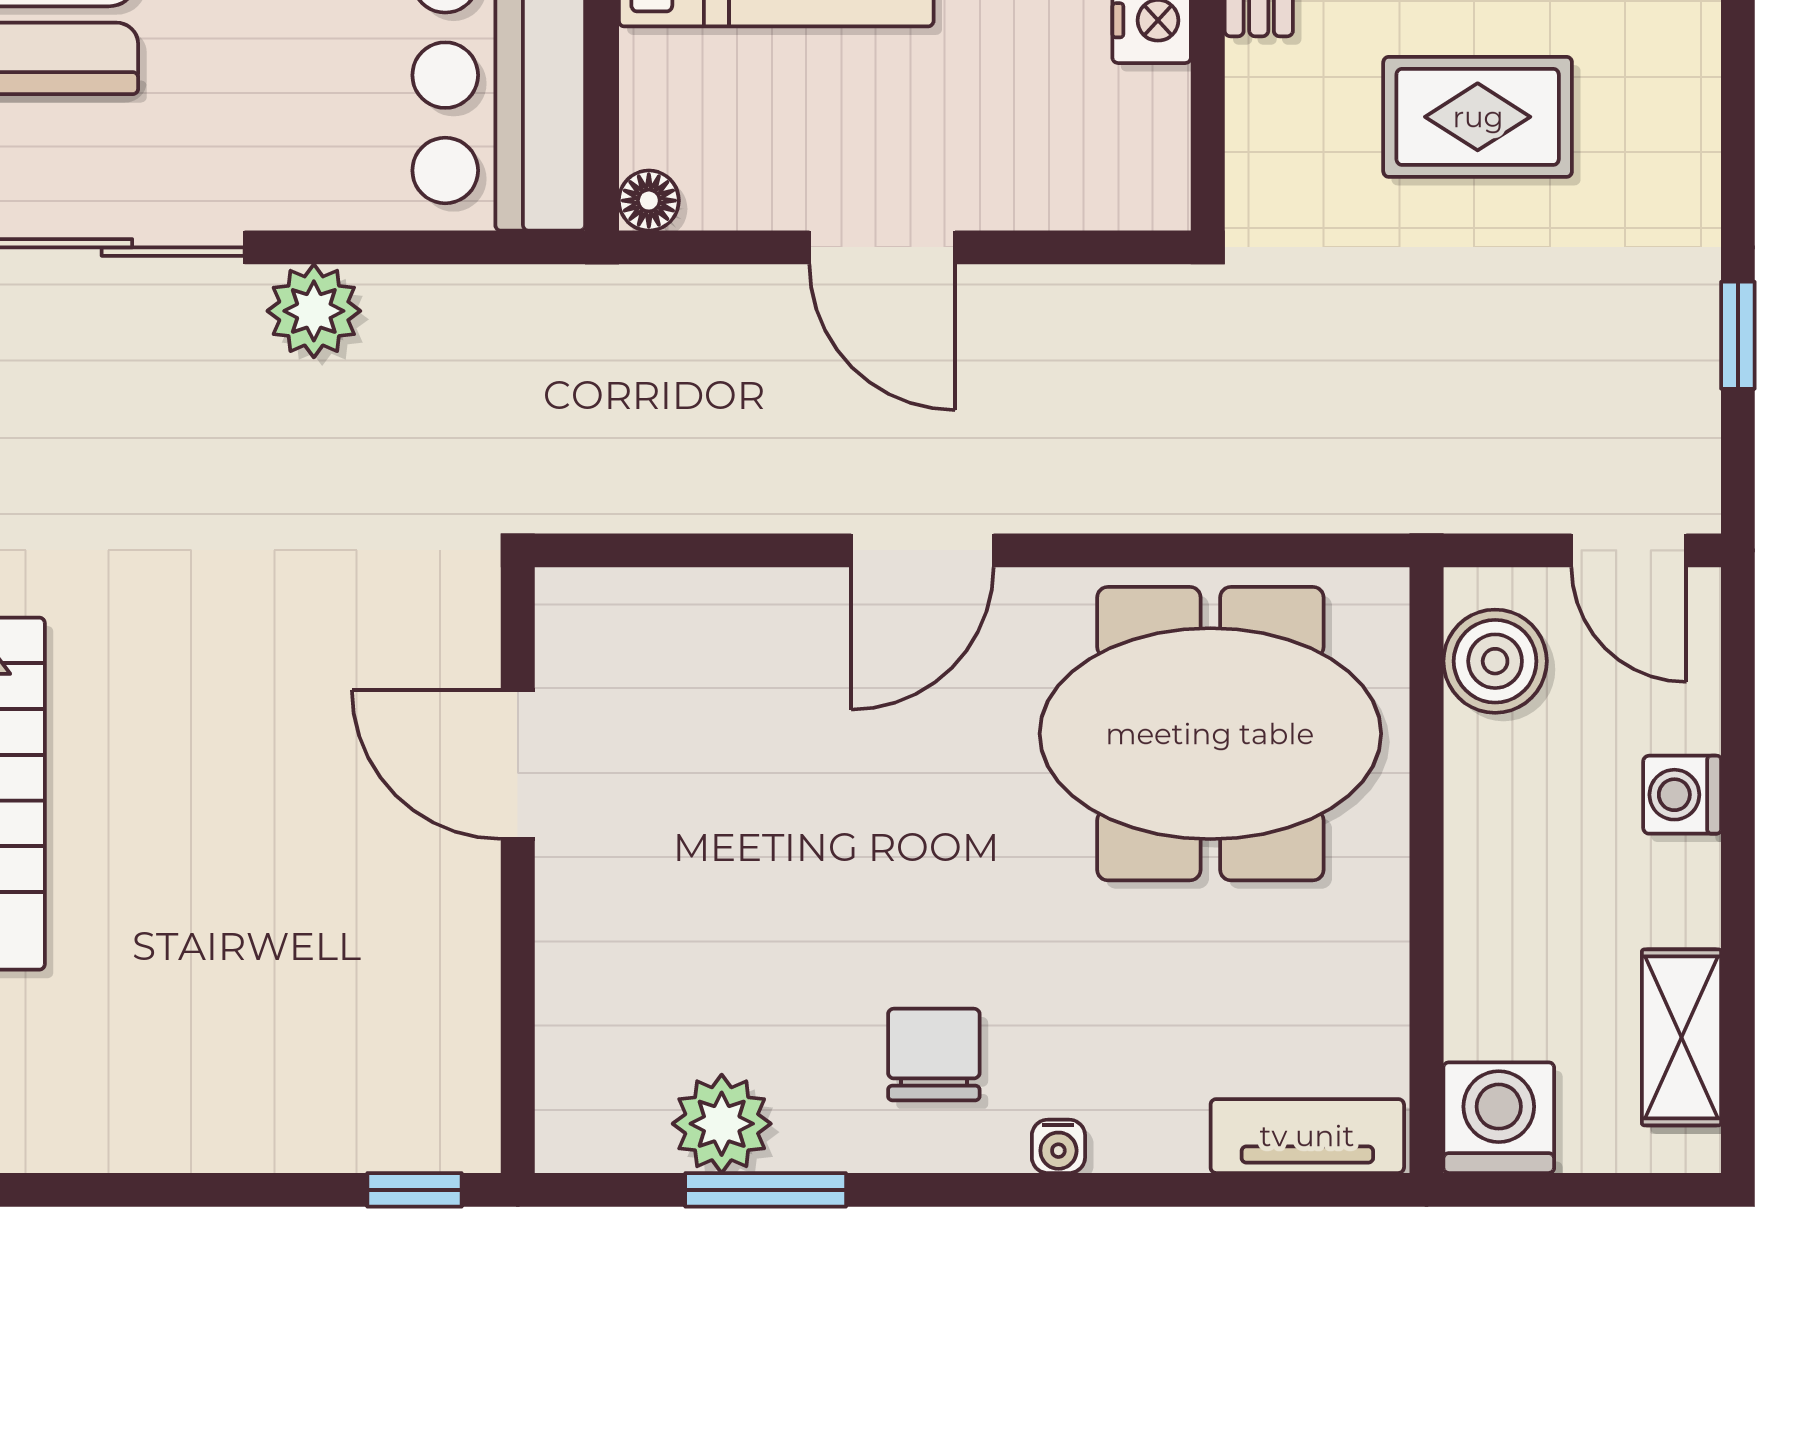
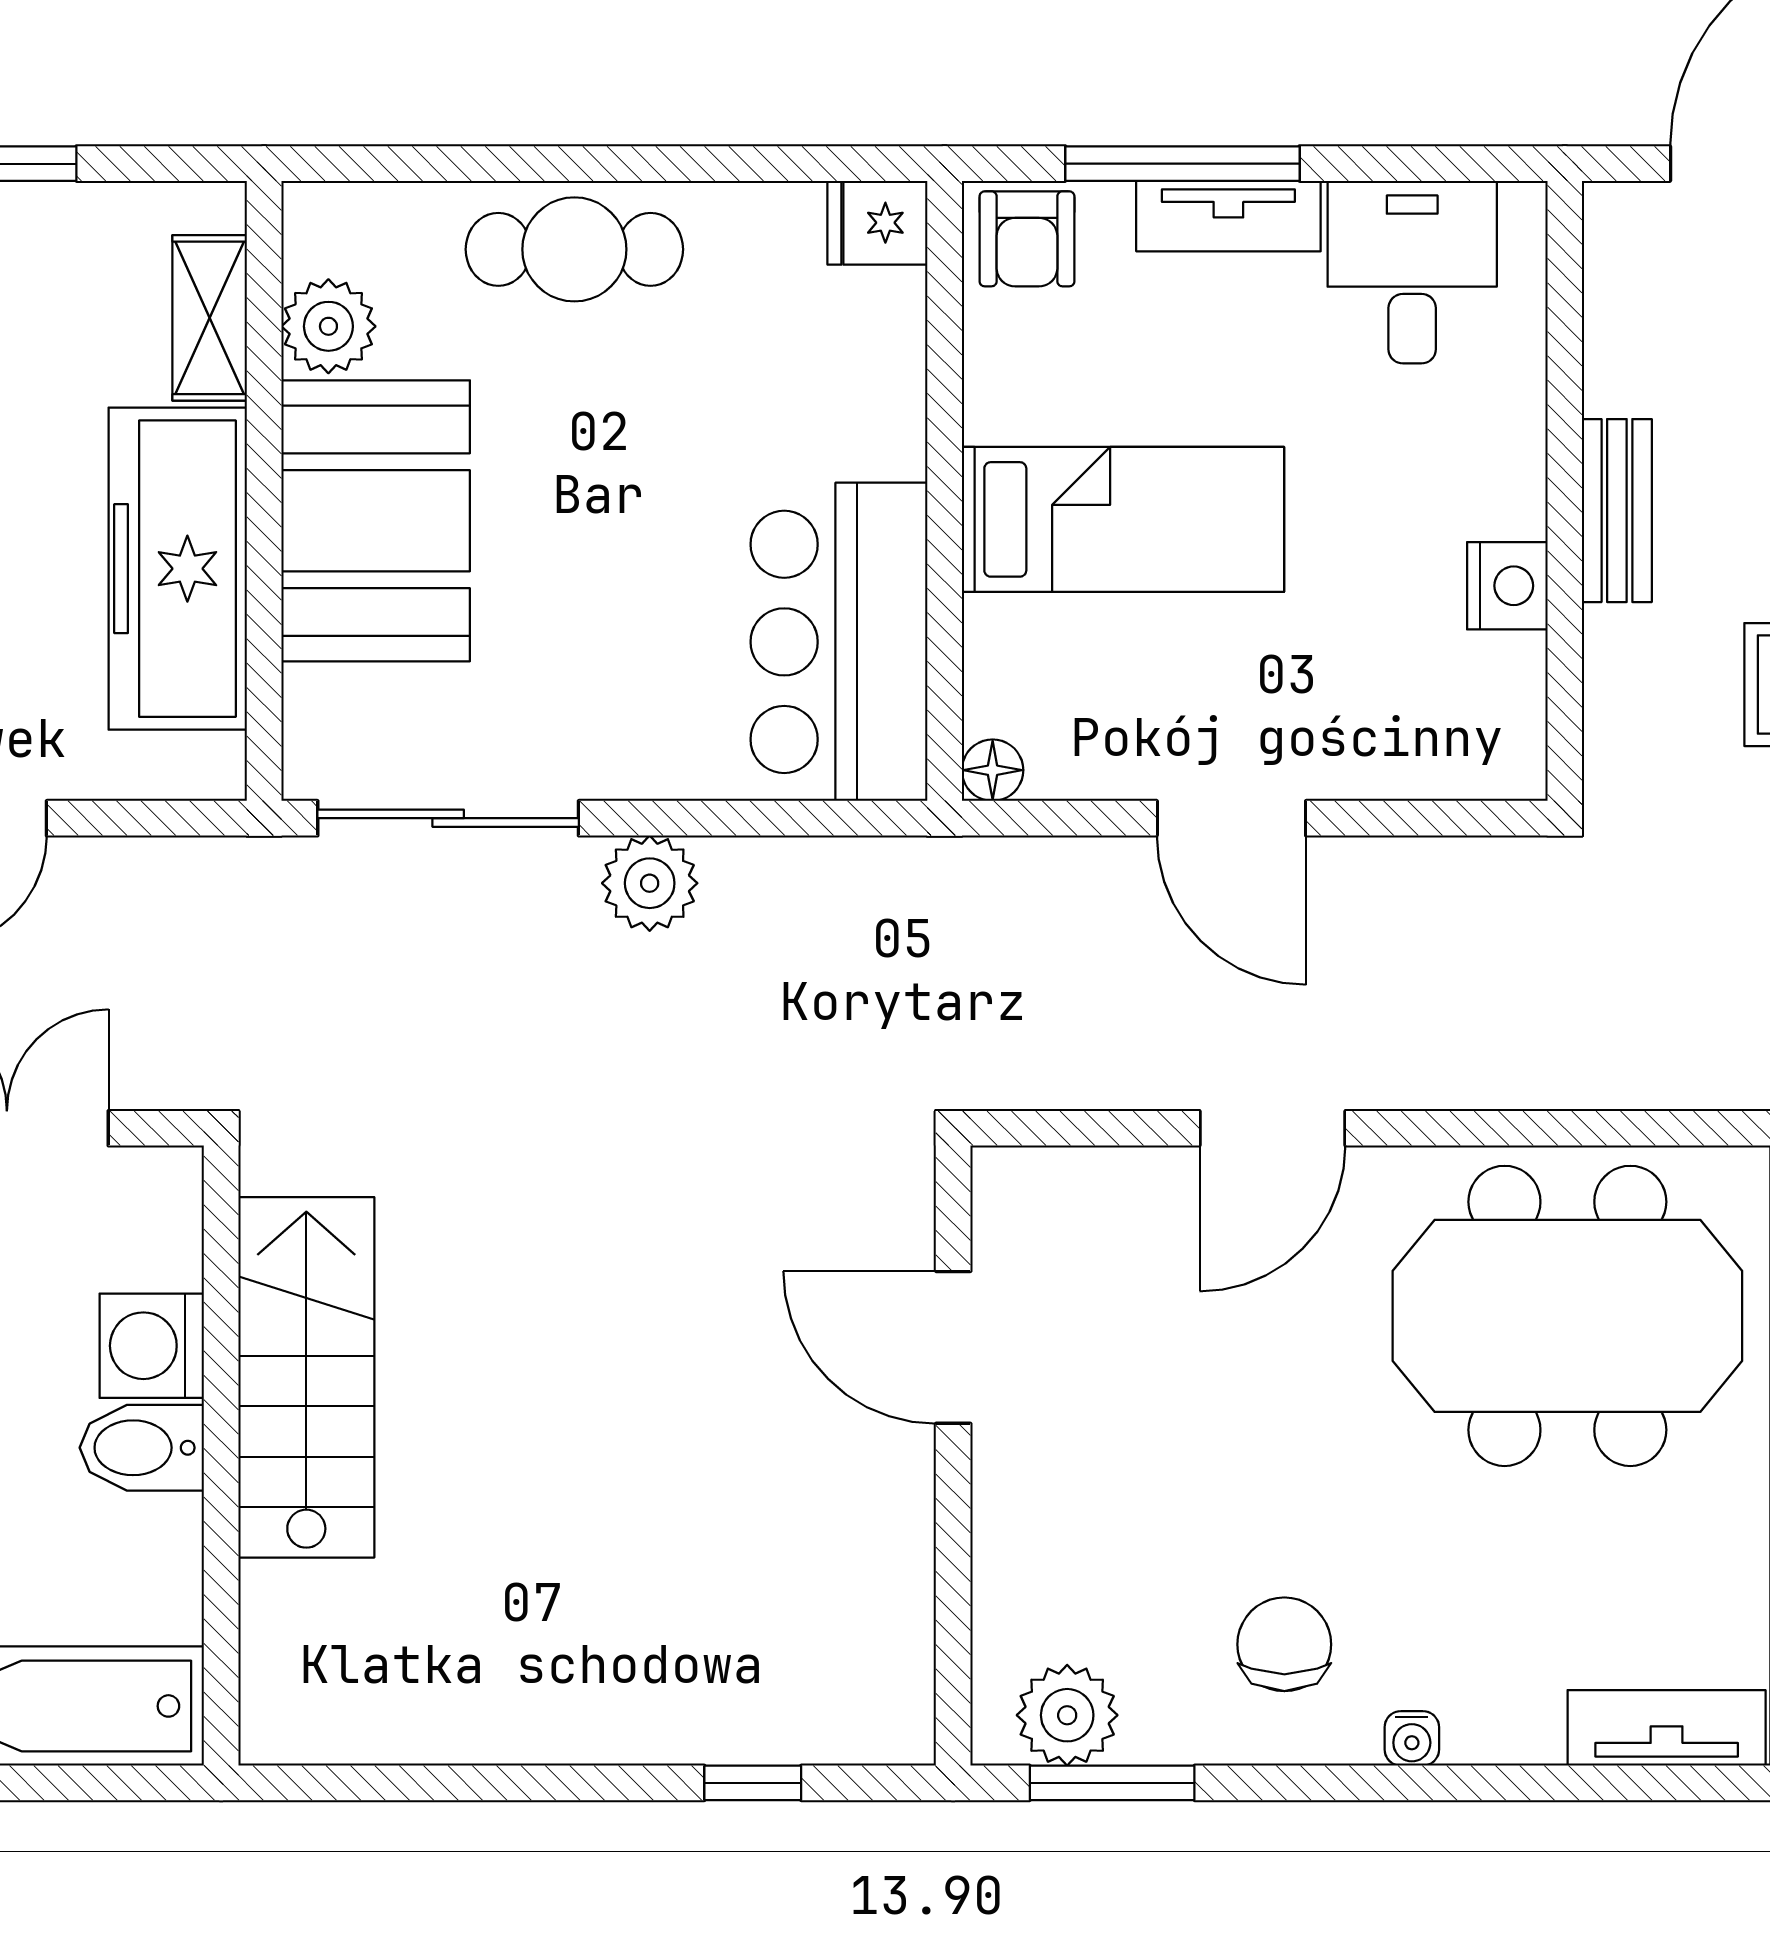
door: (518, 764) -> (953, 1347), moved
wall: (518, 870) -> (953, 1456), moved

